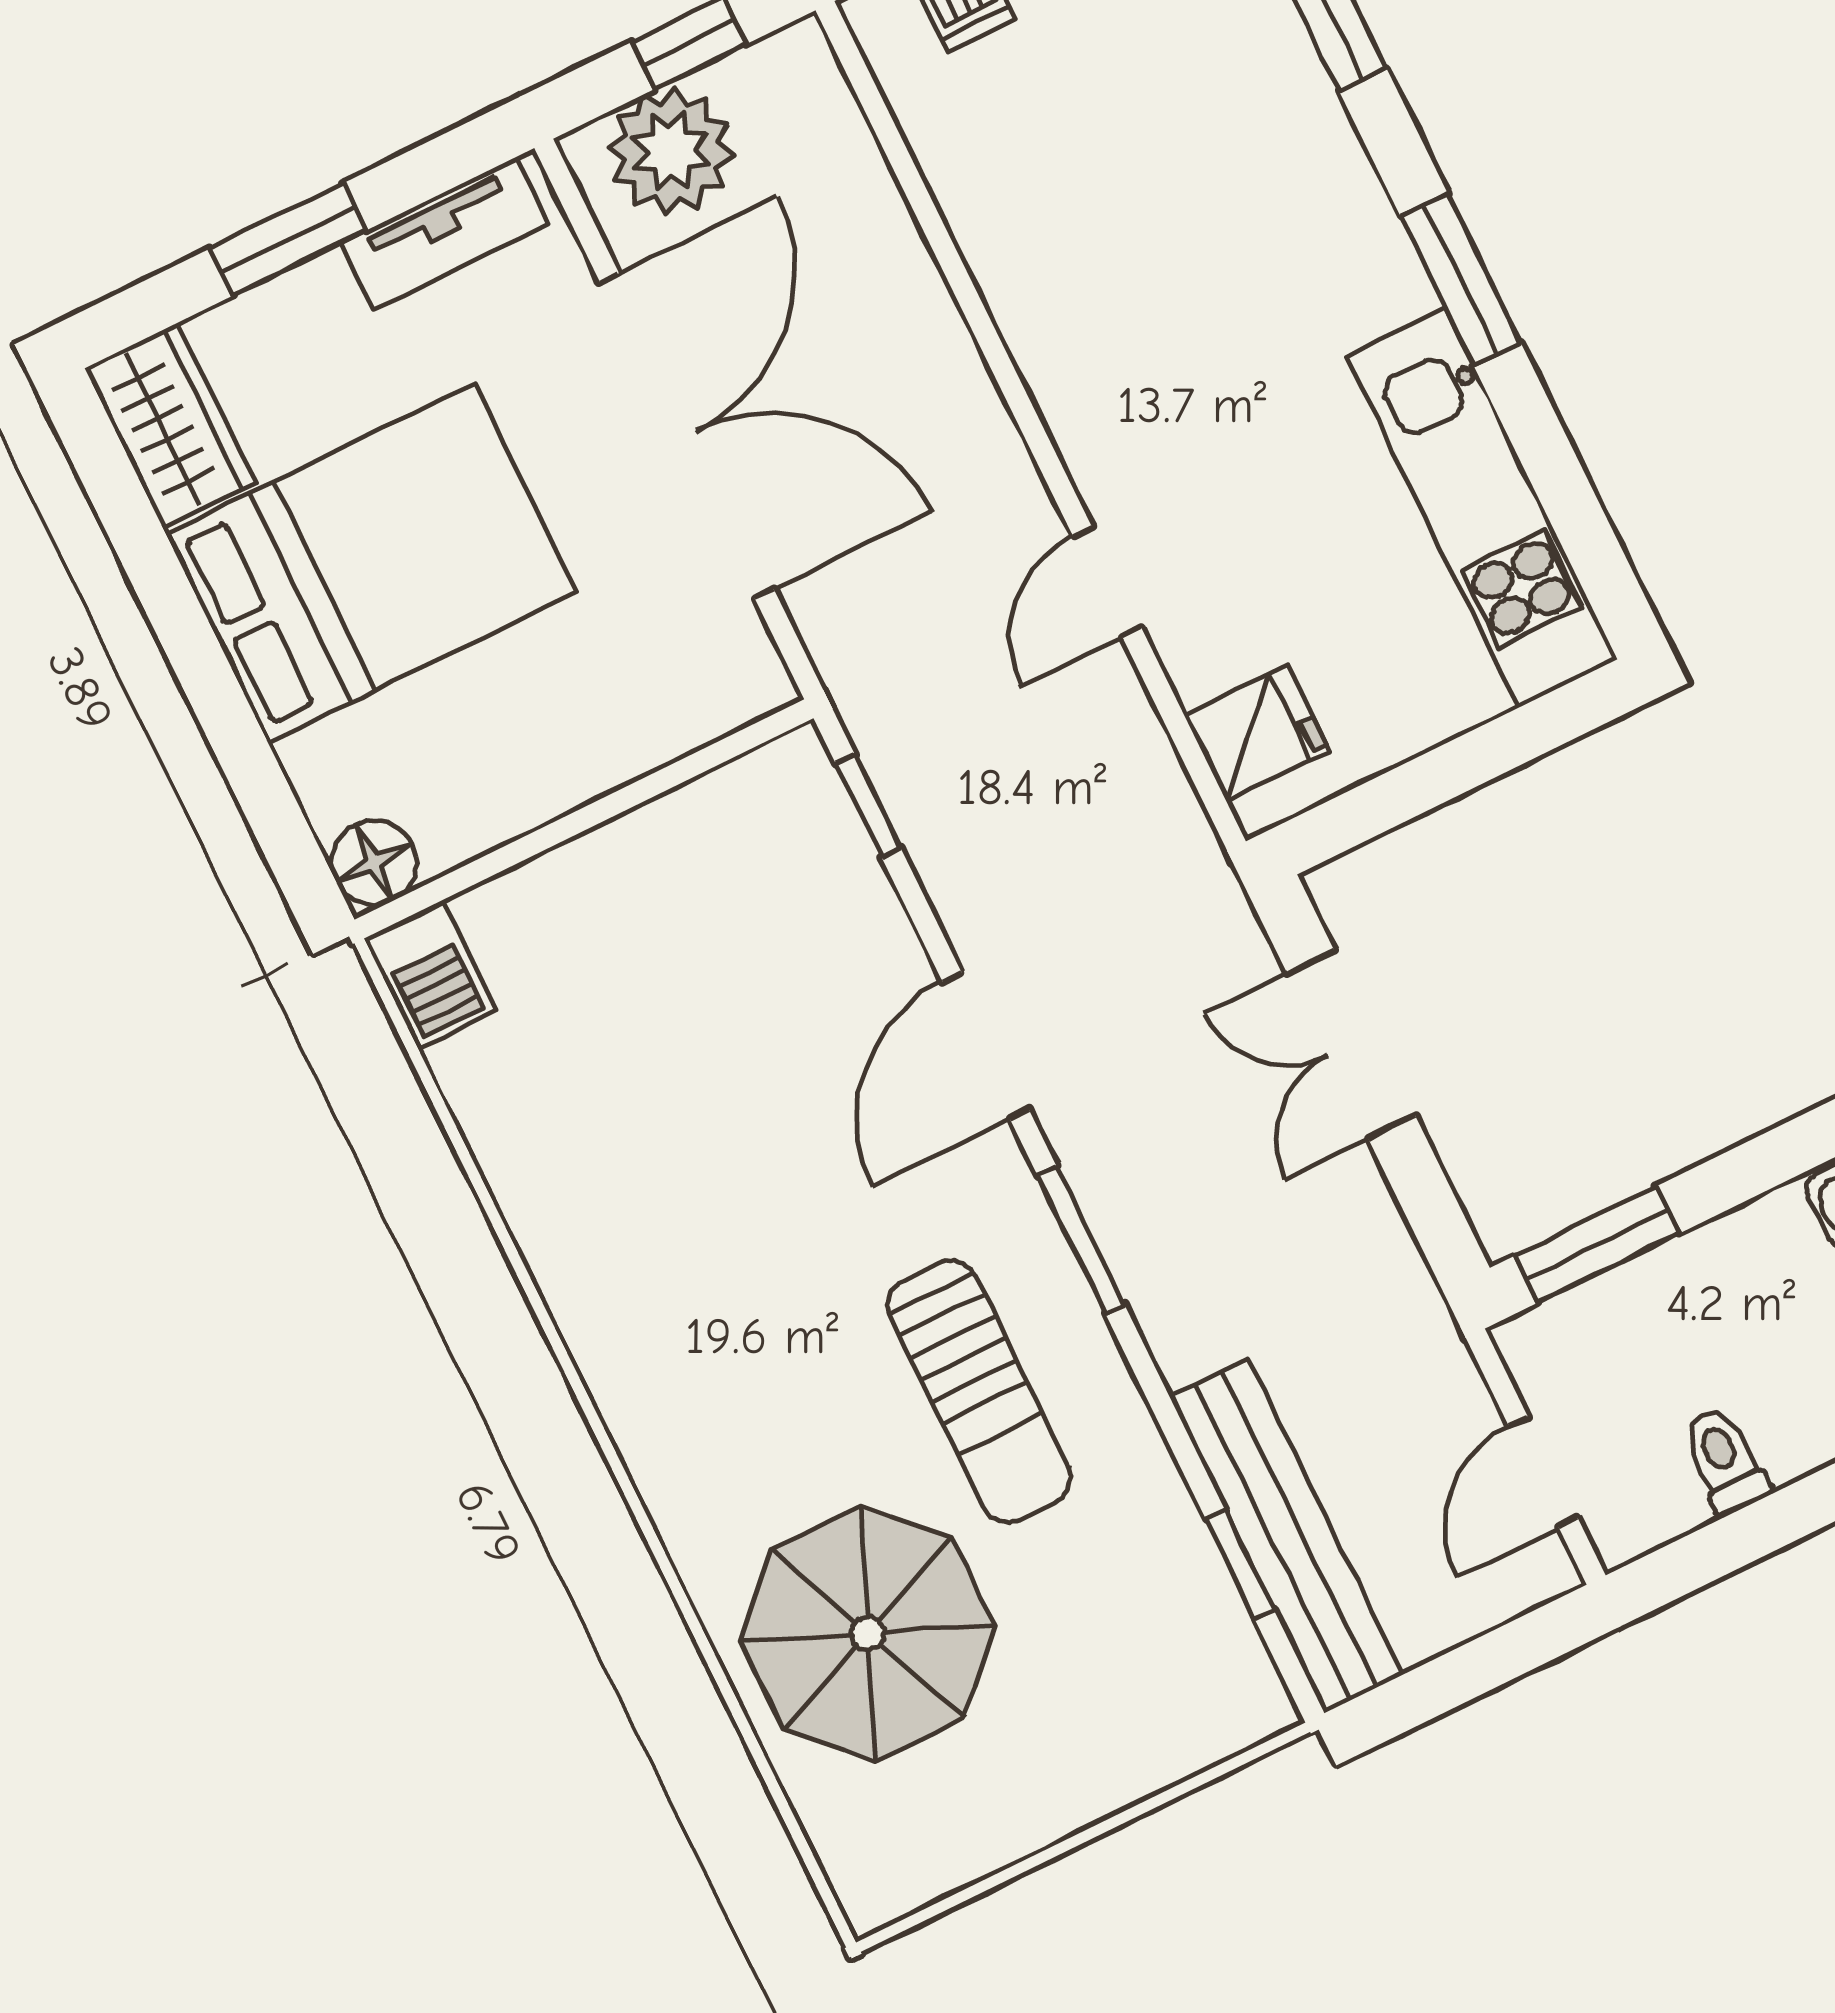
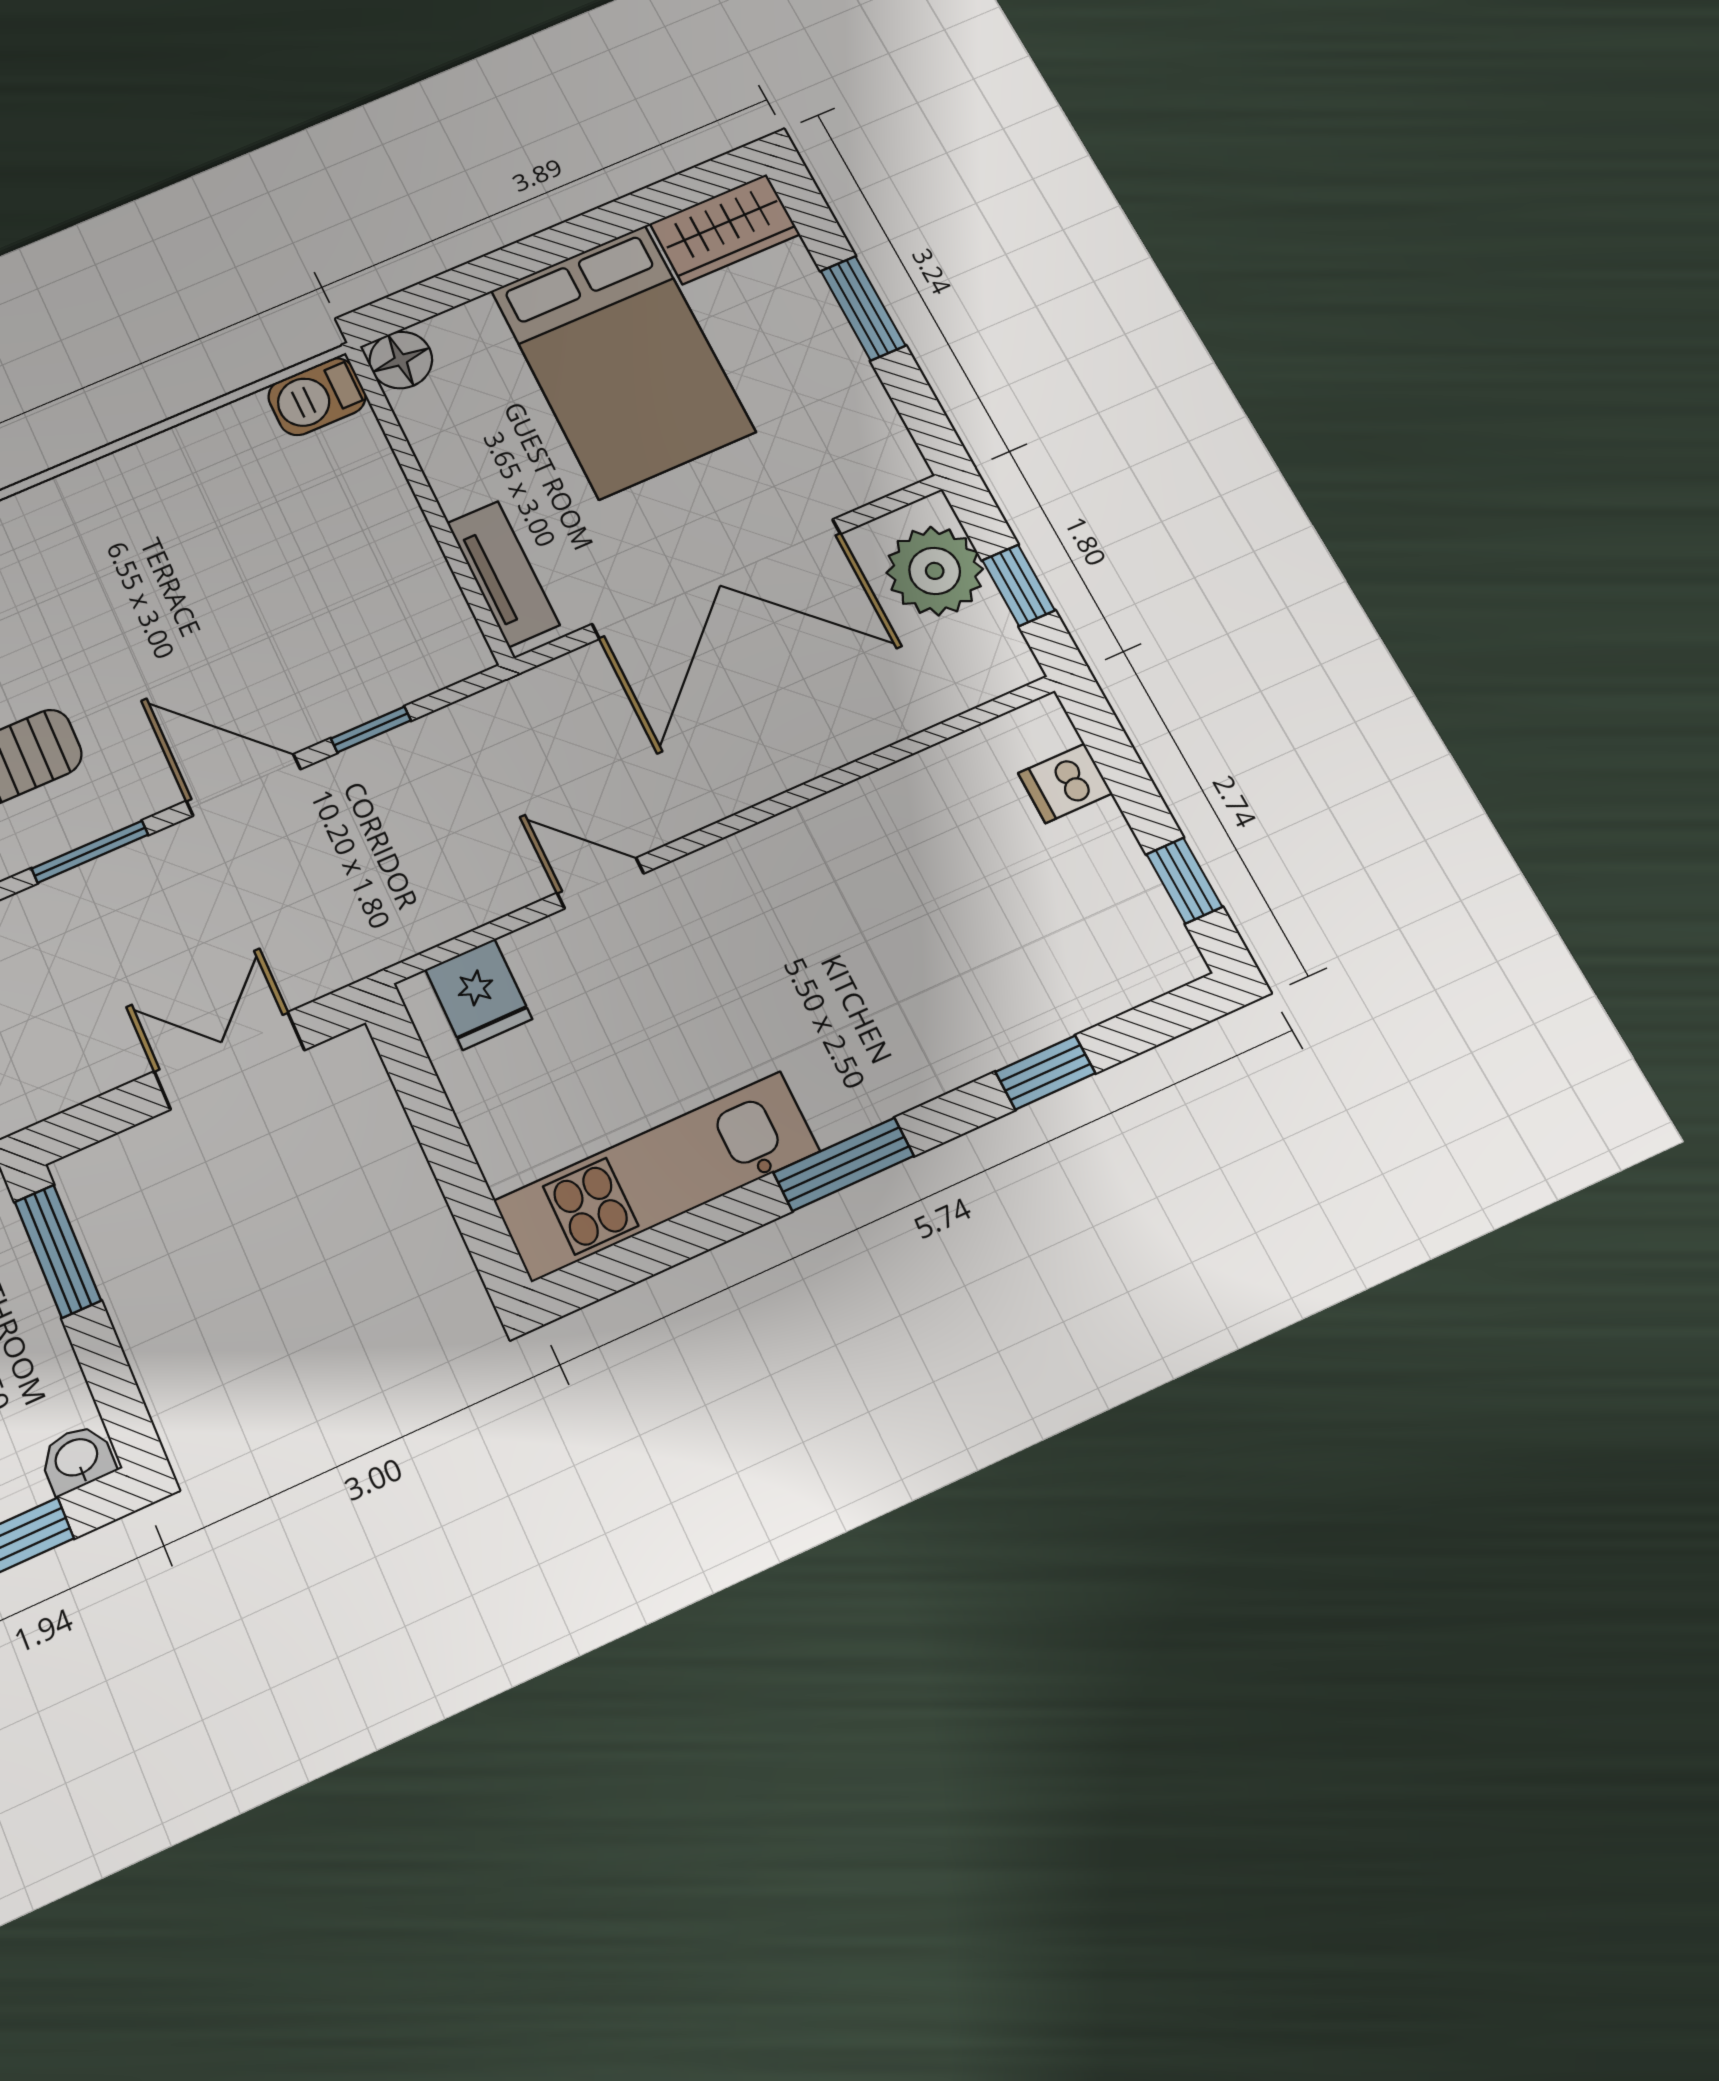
tv unit: (445, 233) -> (503, 574), moved, turned 180
window: (868, 806) -> (371, 729), moved

